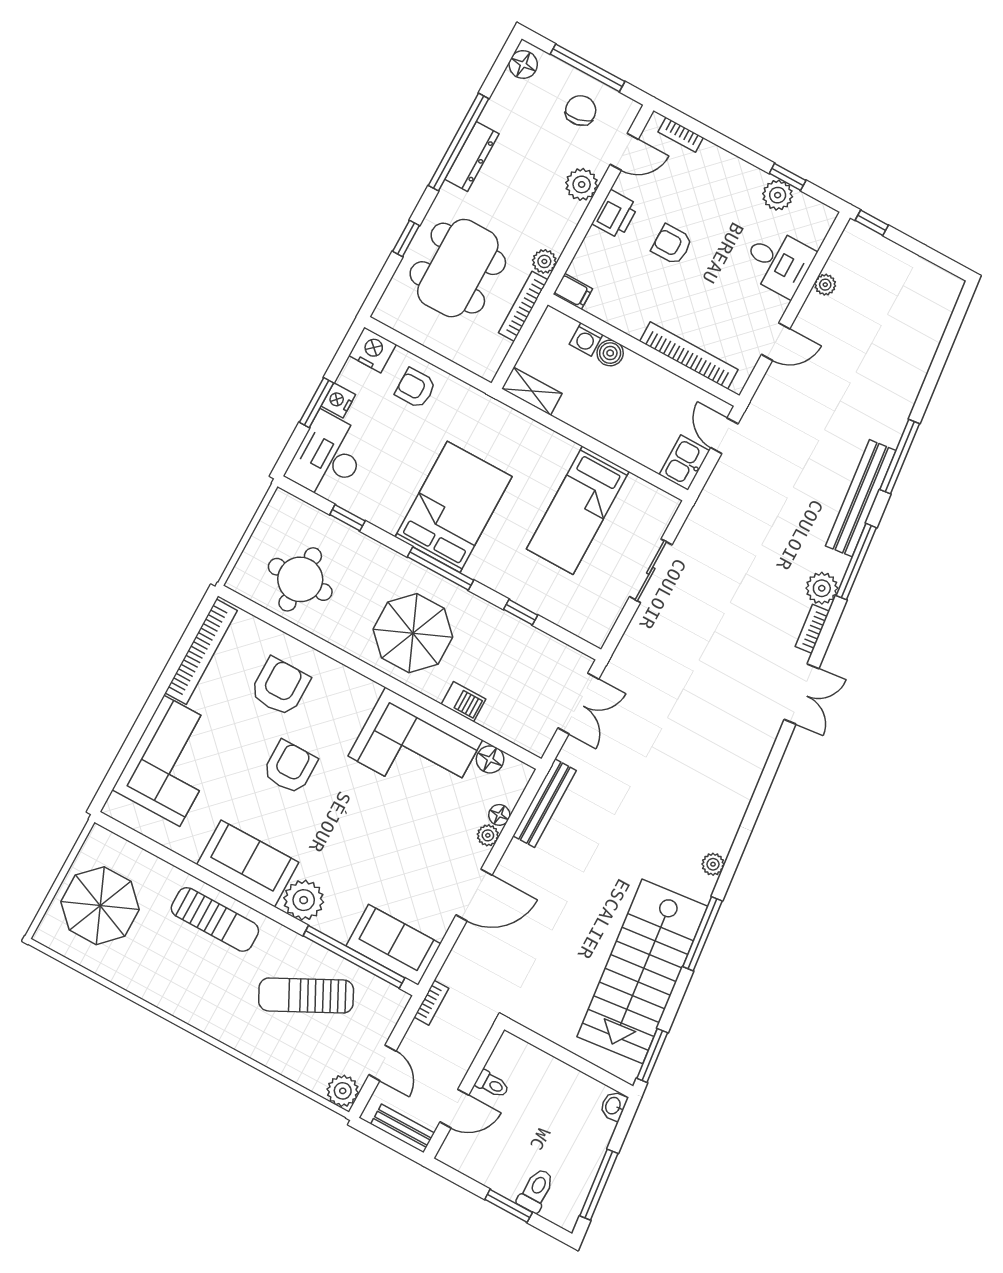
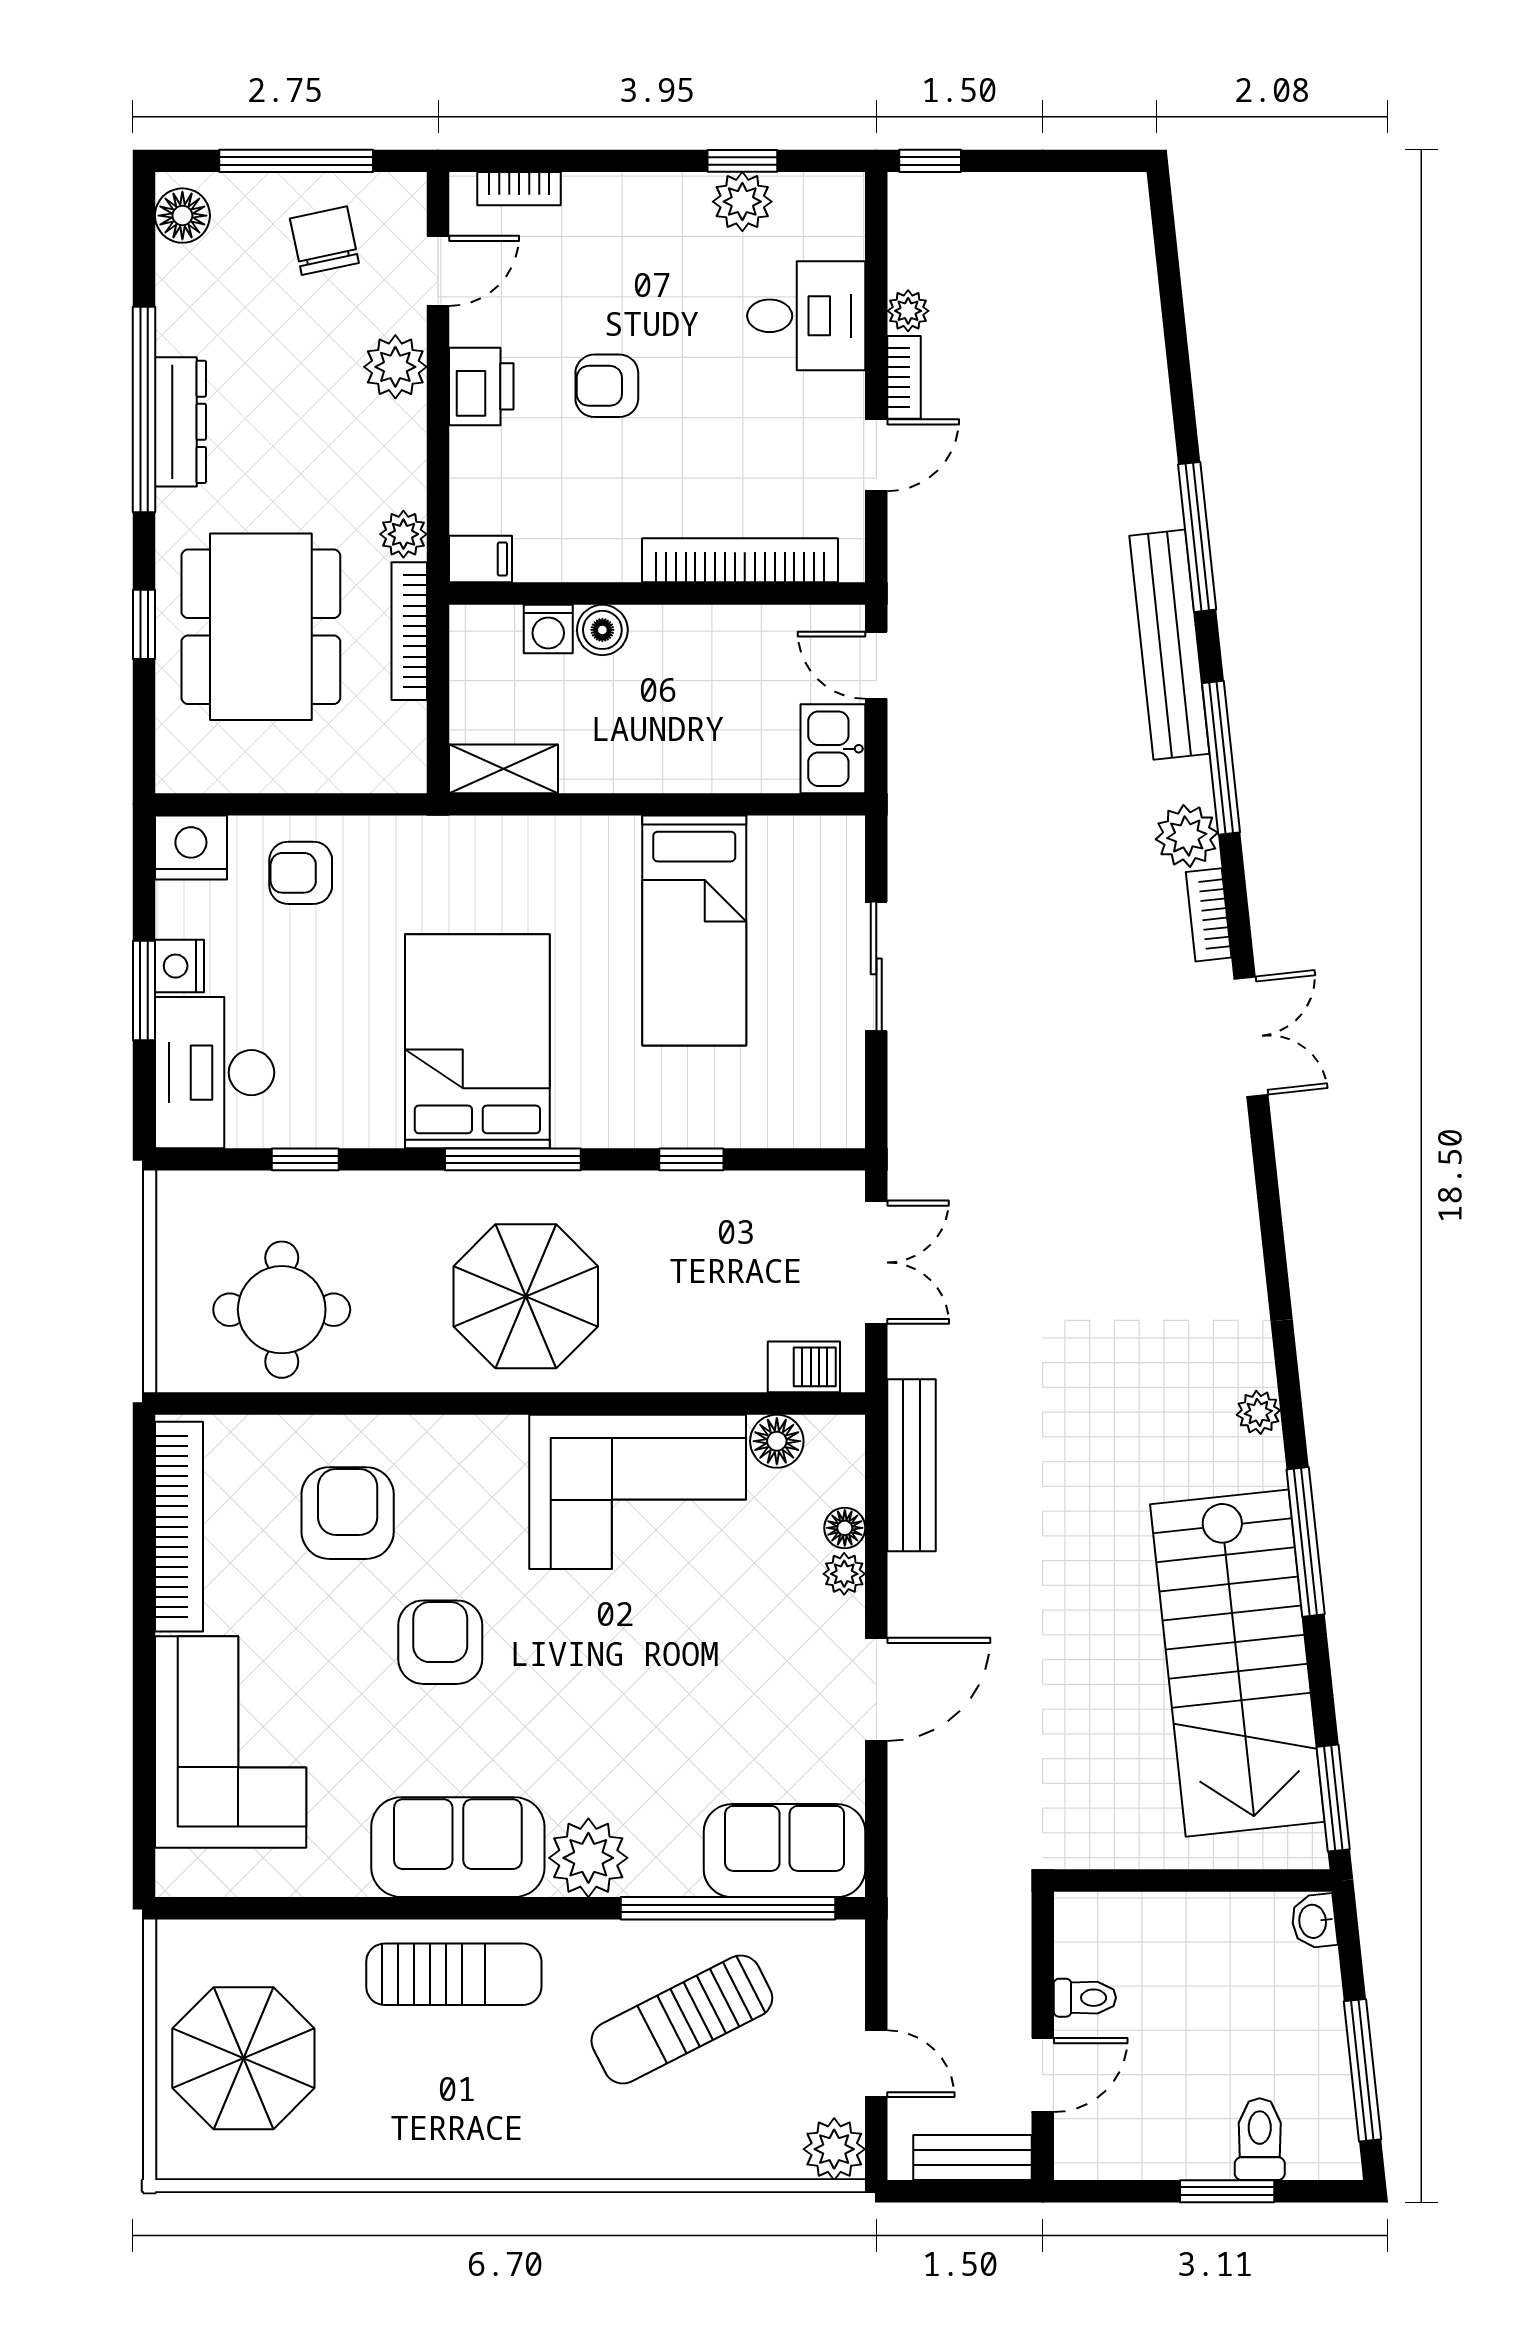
barbecue: (463, 702) -> (804, 1367), moved
bookcase: (431, 1003) -> (904, 377), moved

